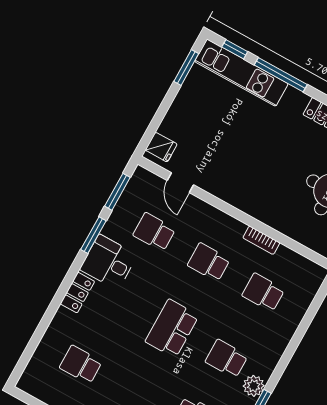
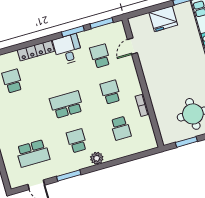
fridge: (161, 147) -> (163, 19), moved, width x1.88, depth x1.34
school desk: (263, 292) -> (121, 128), turned 180
locker: (77, 293) -> (36, 51), width x1.53
plant: (254, 386) -> (97, 158), moved

